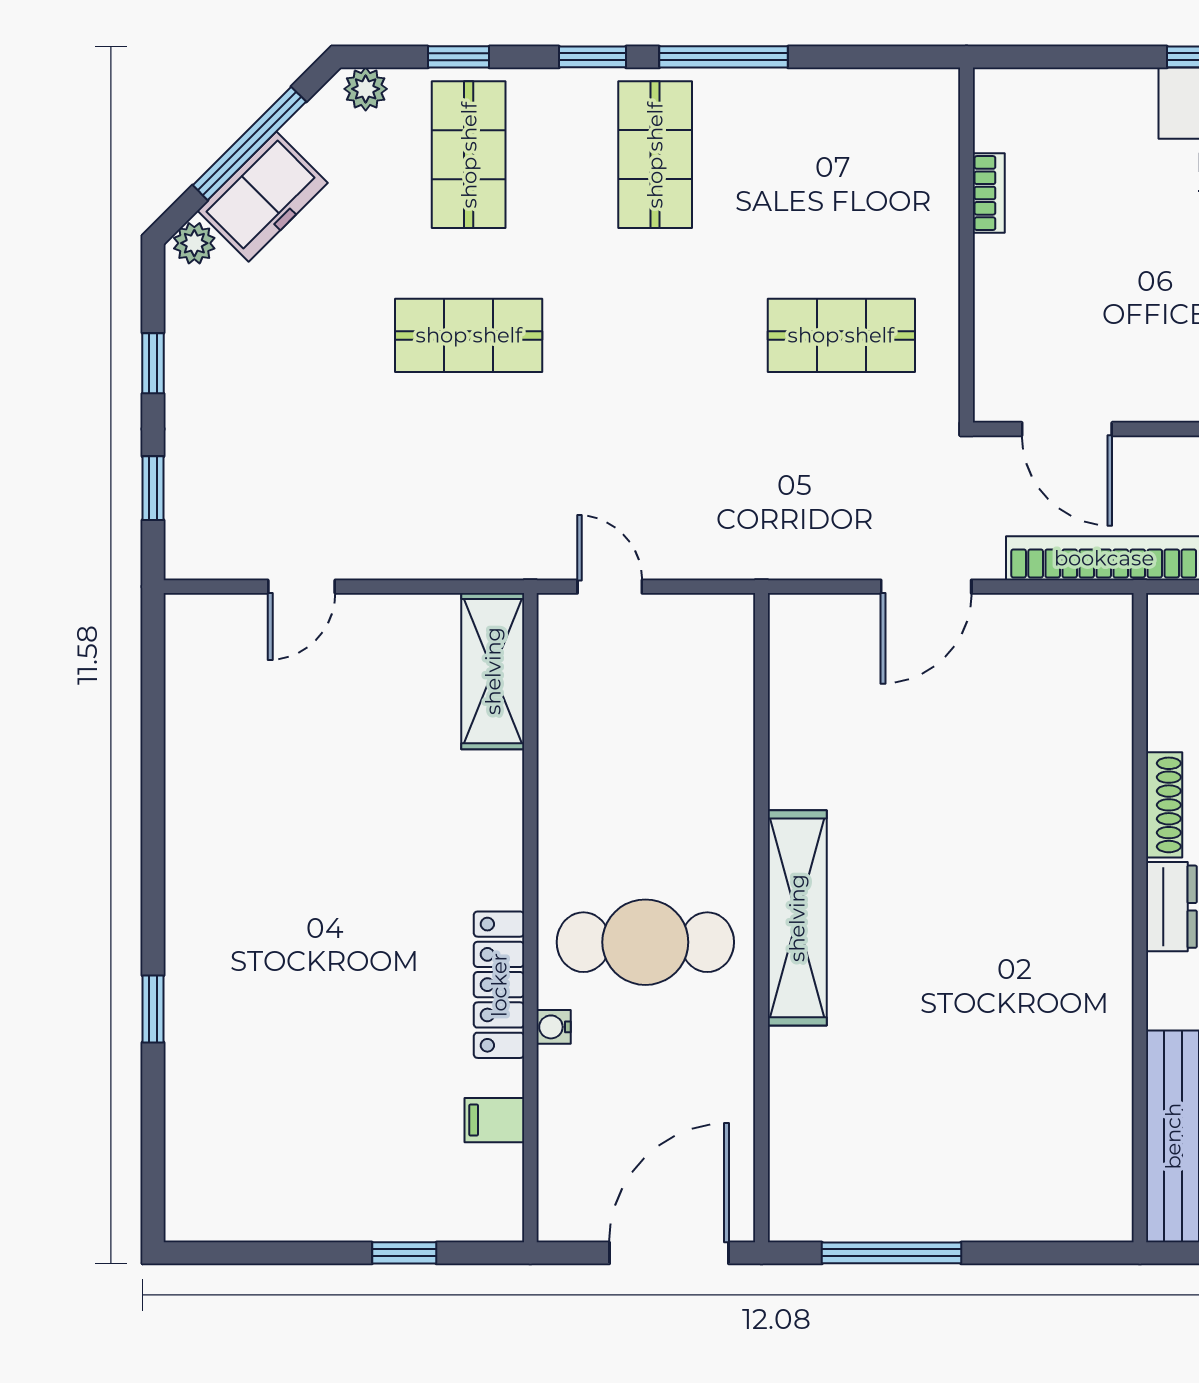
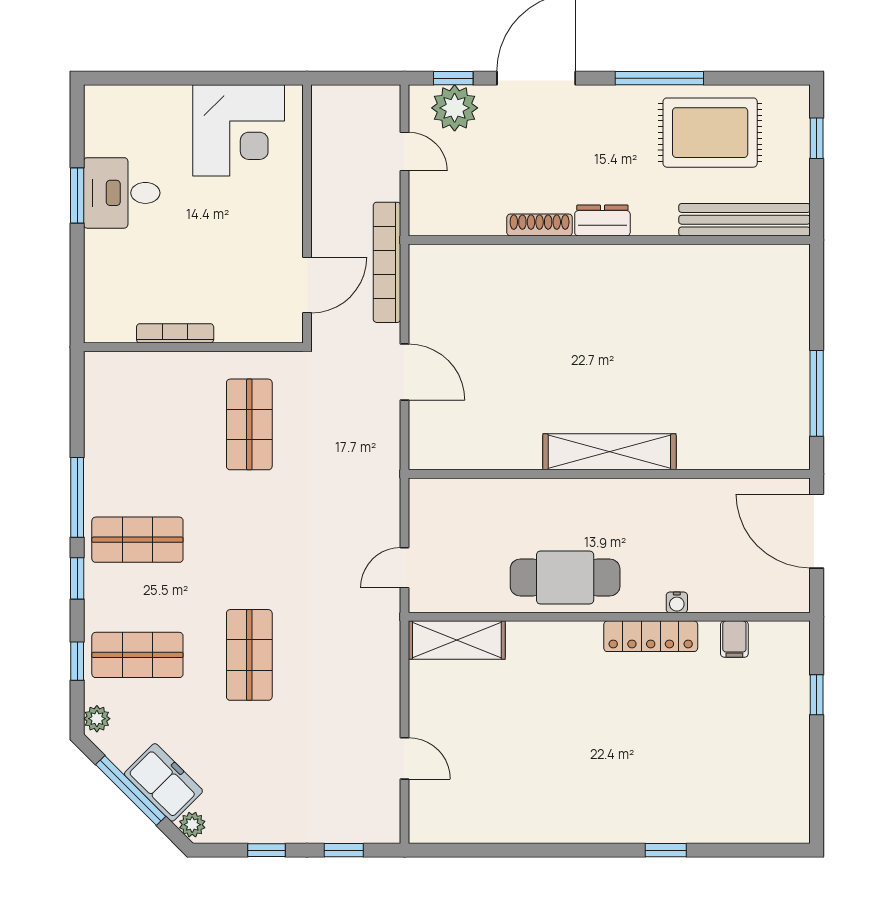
bookcase: (989, 193) -> (175, 333), width x1.56
cafe table: (645, 942) -> (565, 578), moved, turned 90

